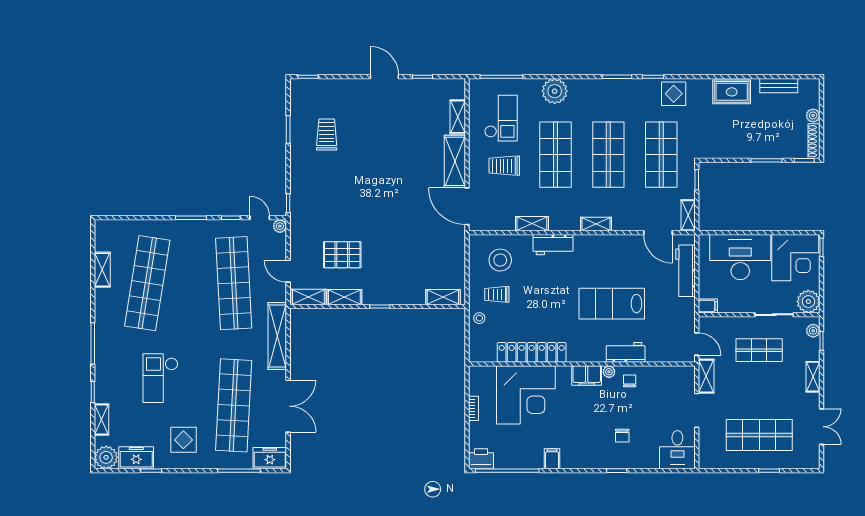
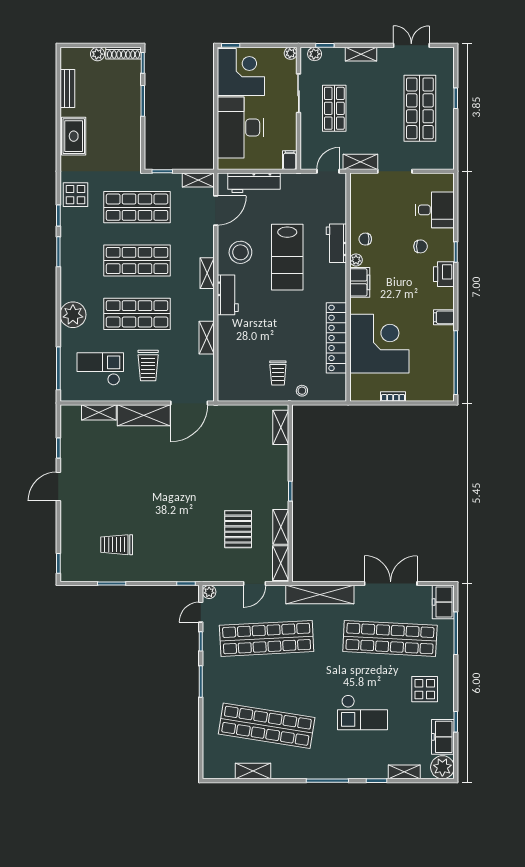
workbench: (553, 245) -> (228, 295), moved
stool: (500, 260) -> (240, 252), moved
plant: (808, 302) -> (291, 53), width x0.53, depth x0.53
desk: (677, 450) -> (435, 210), moved
printer: (481, 459) -> (444, 274), moved

